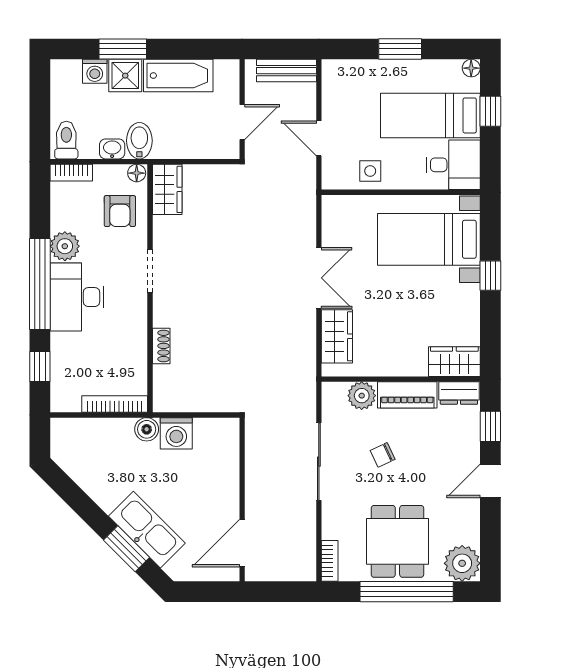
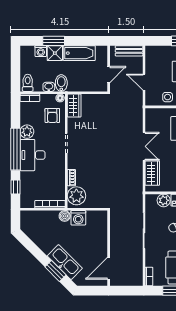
plant: (172, 386) -> (76, 196), added

